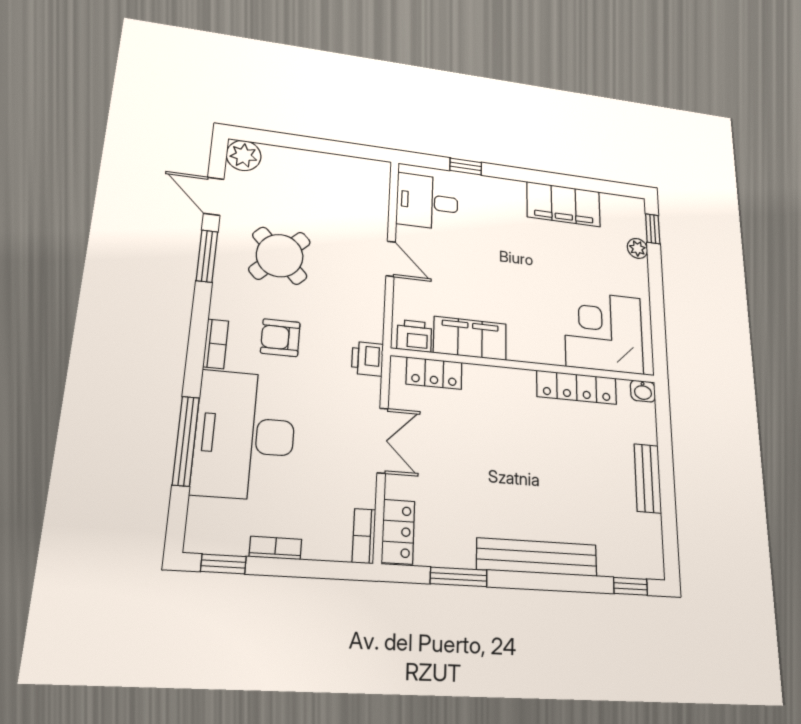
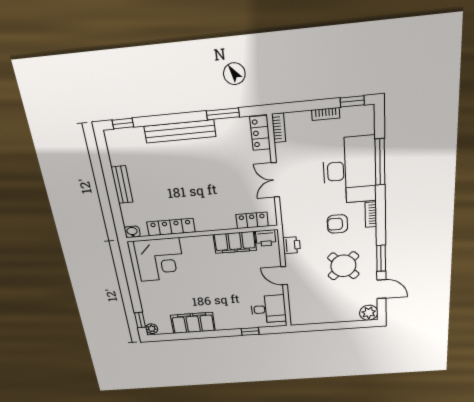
plant: (637, 248) -> (152, 329), moved
armchair: (280, 338) -> (337, 224), turned 180
printer: (367, 359) -> (292, 245), moved

